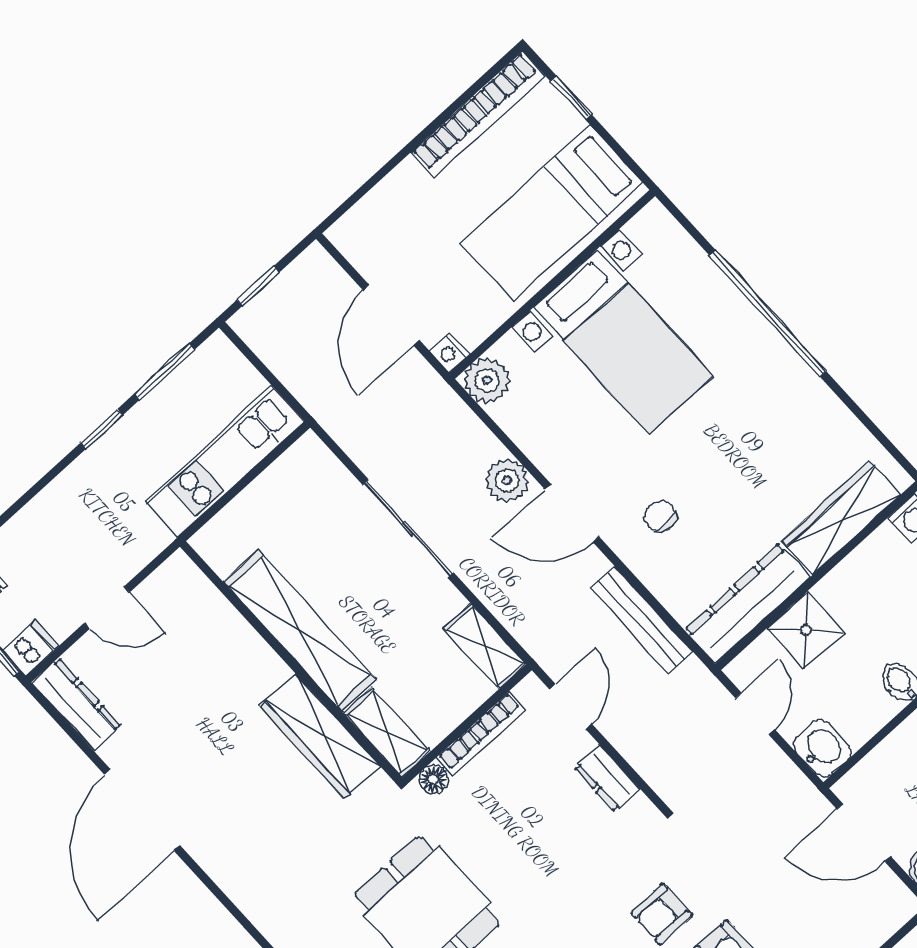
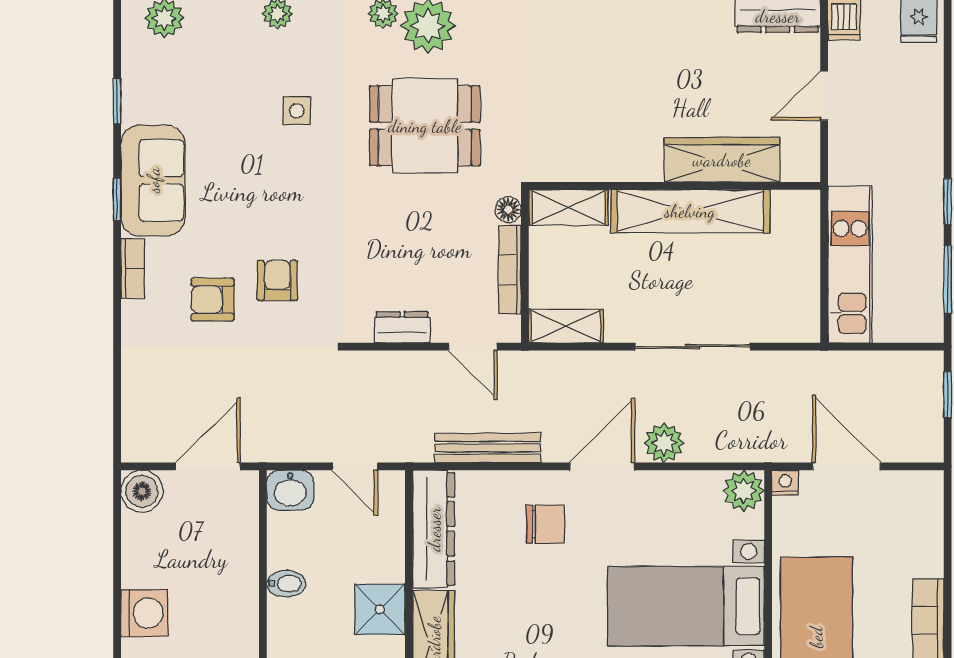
chair: (661, 516) -> (545, 524), width x1.37, depth x1.37
shower: (806, 630) -> (380, 609), moved
wardrobe: (320, 736) -> (722, 160), moved

